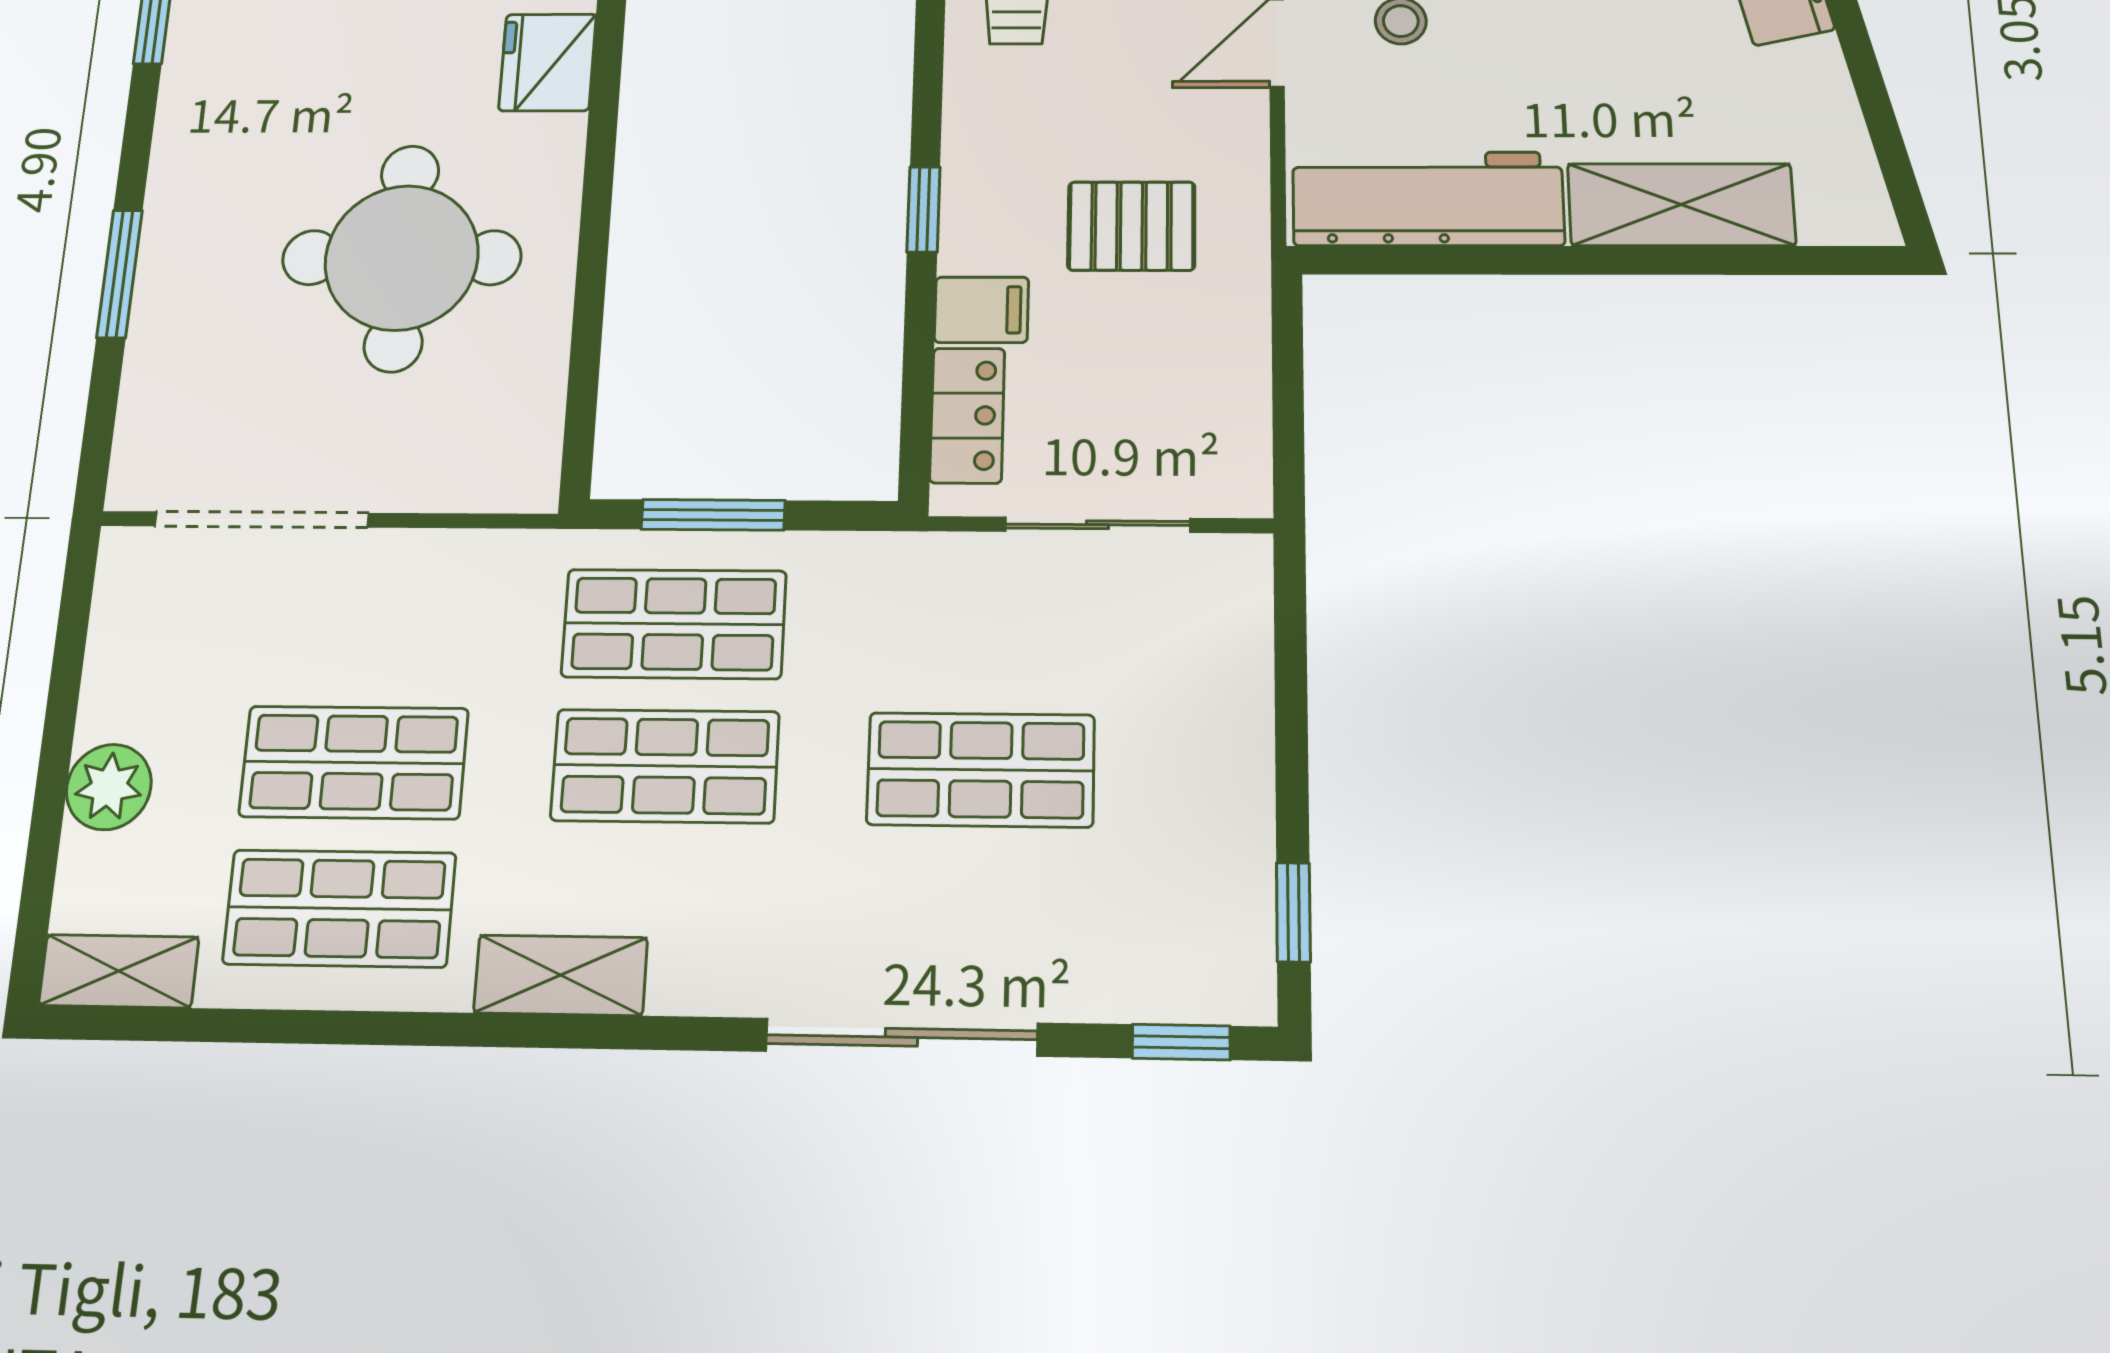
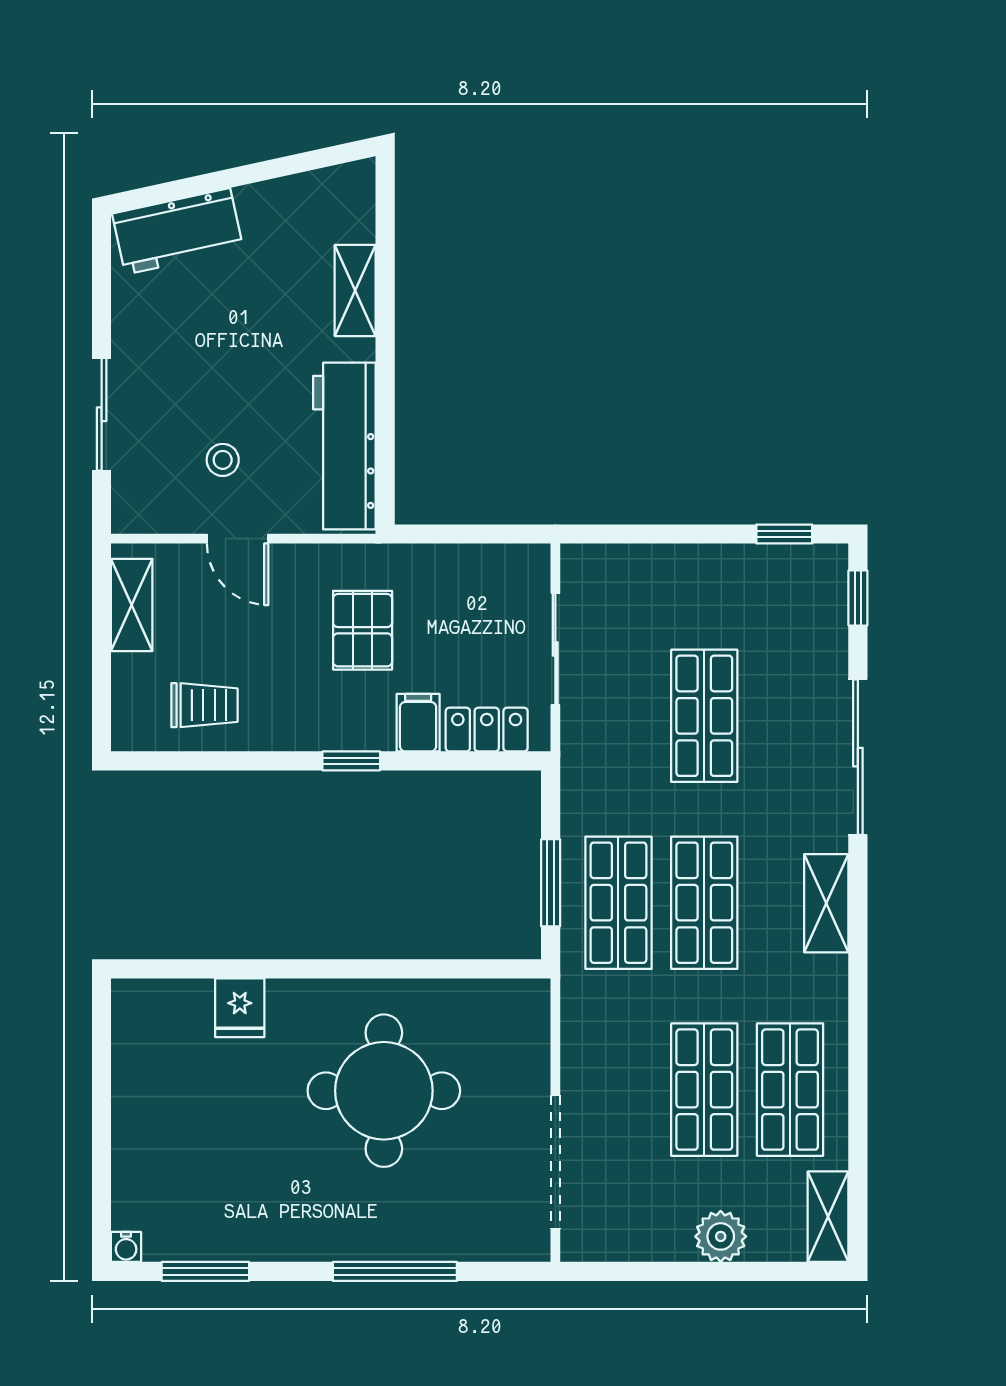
fridge: (548, 62) -> (240, 1008), width x0.72
shelving: (1681, 205) -> (355, 291), width x0.67, depth x0.75
window: (119, 274) -> (395, 1271), width x1.44
shelving: (561, 975) -> (826, 903), moved

